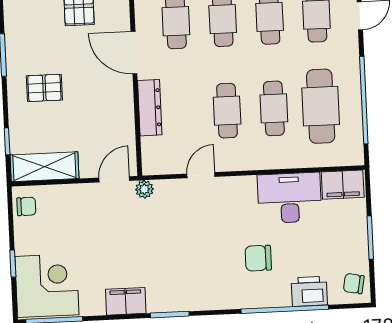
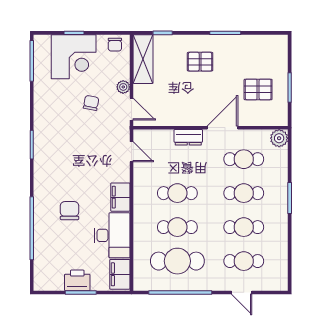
pallet: (44, 88) -> (200, 62), turned 90
dresser: (150, 108) -> (188, 137), width x0.70
door: (201, 175) -> (132, 152), moved
plant: (144, 189) -> (123, 87), moved
chair: (354, 284) -> (91, 103), moved
corner desk: (47, 286) -> (74, 57), moved
printer: (309, 291) -> (77, 280), moved, turned -90
filing cabinet: (126, 301) -> (120, 197), moved, turned 180

